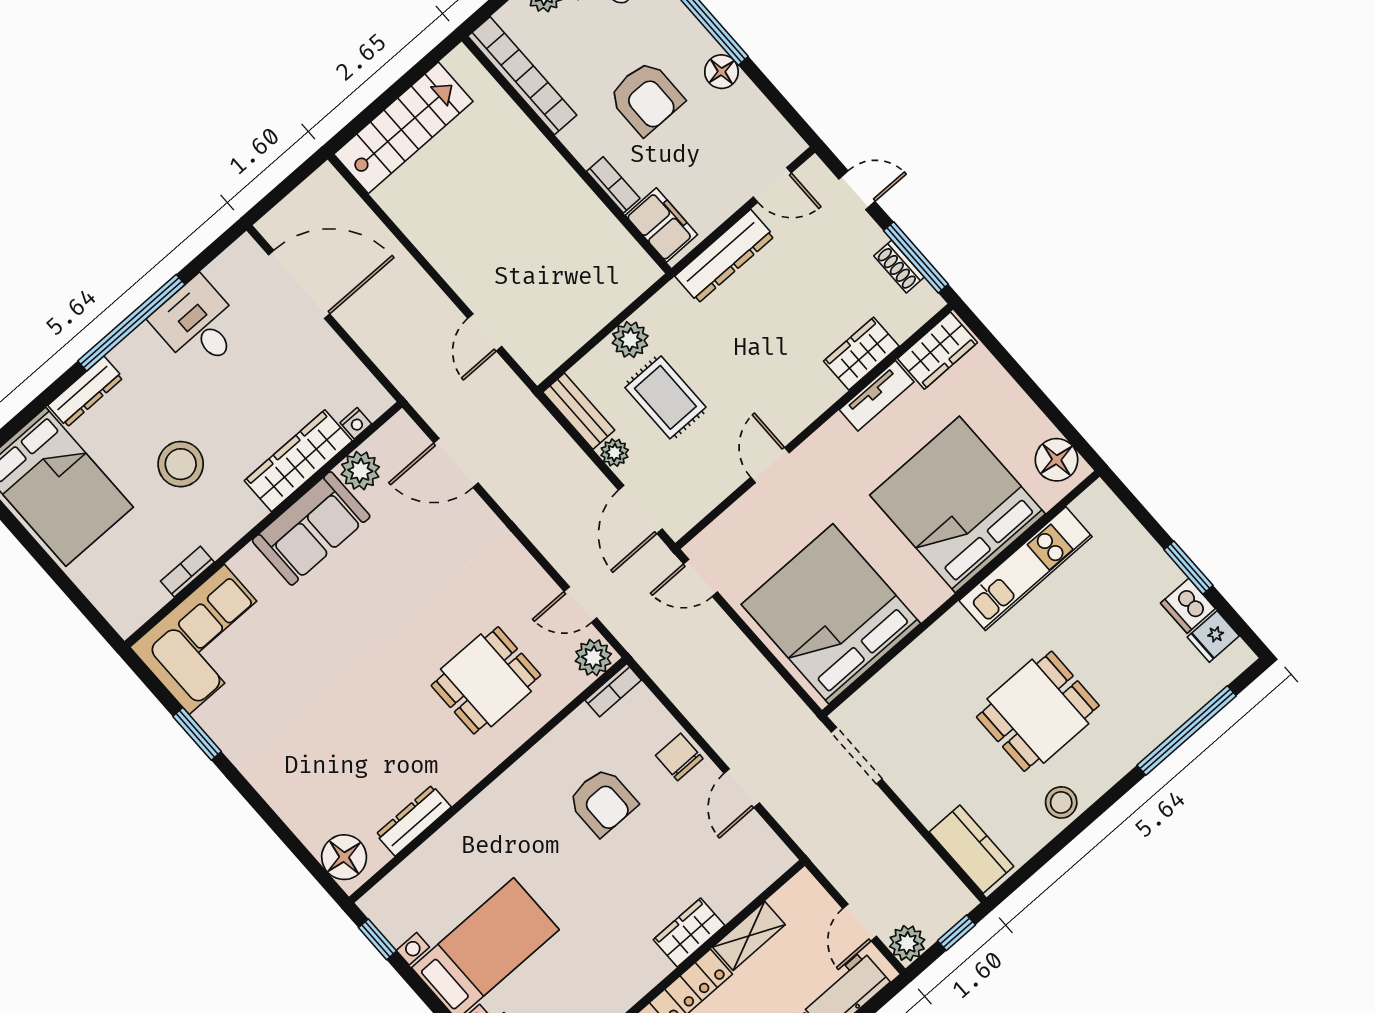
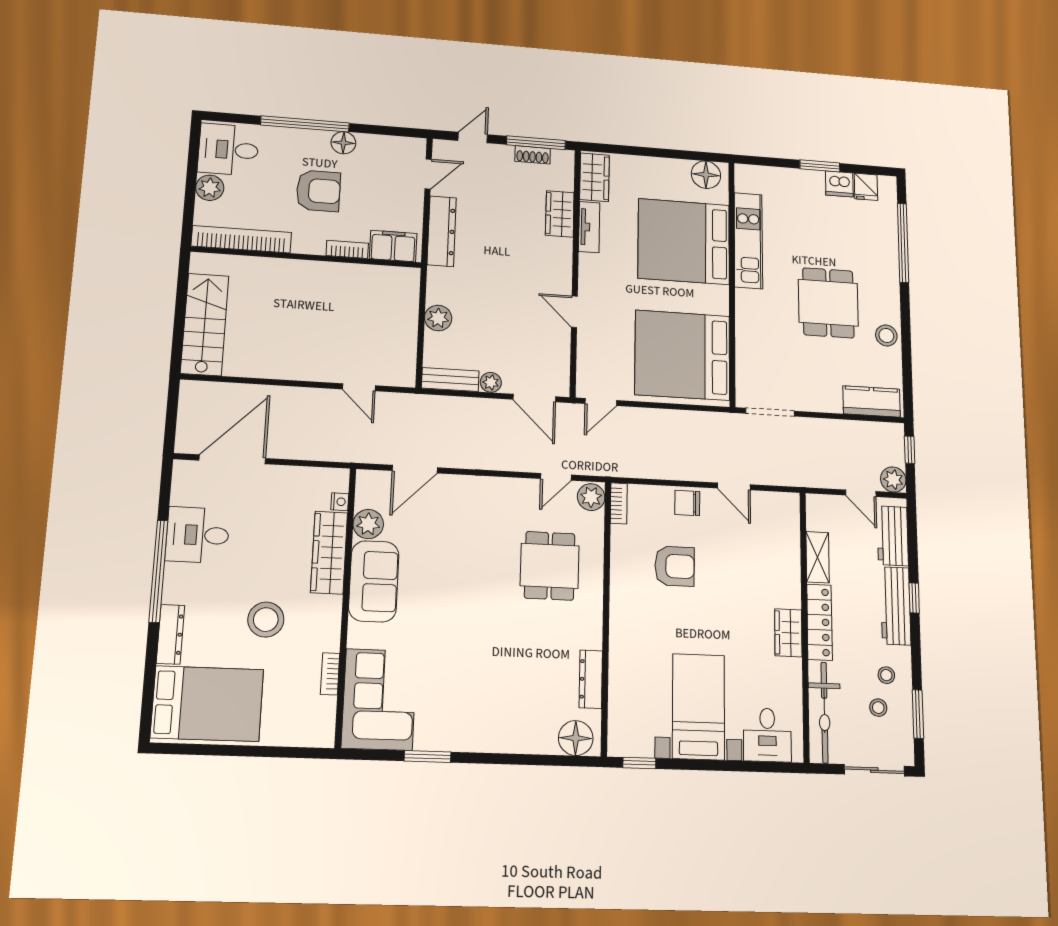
rug: (665, 397) -> (487, 329), removed
wardrobe: (689, 933) -> (788, 633), moved

